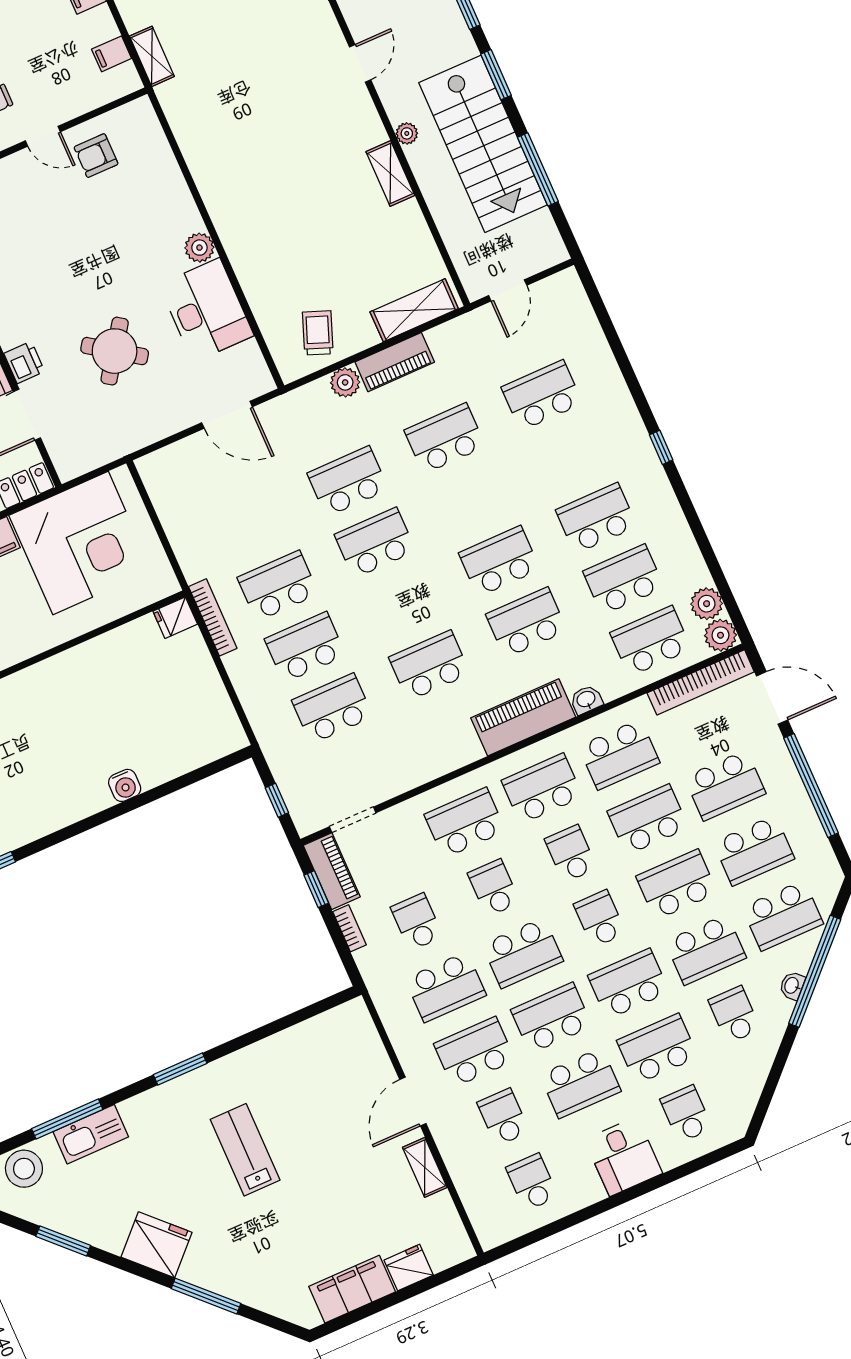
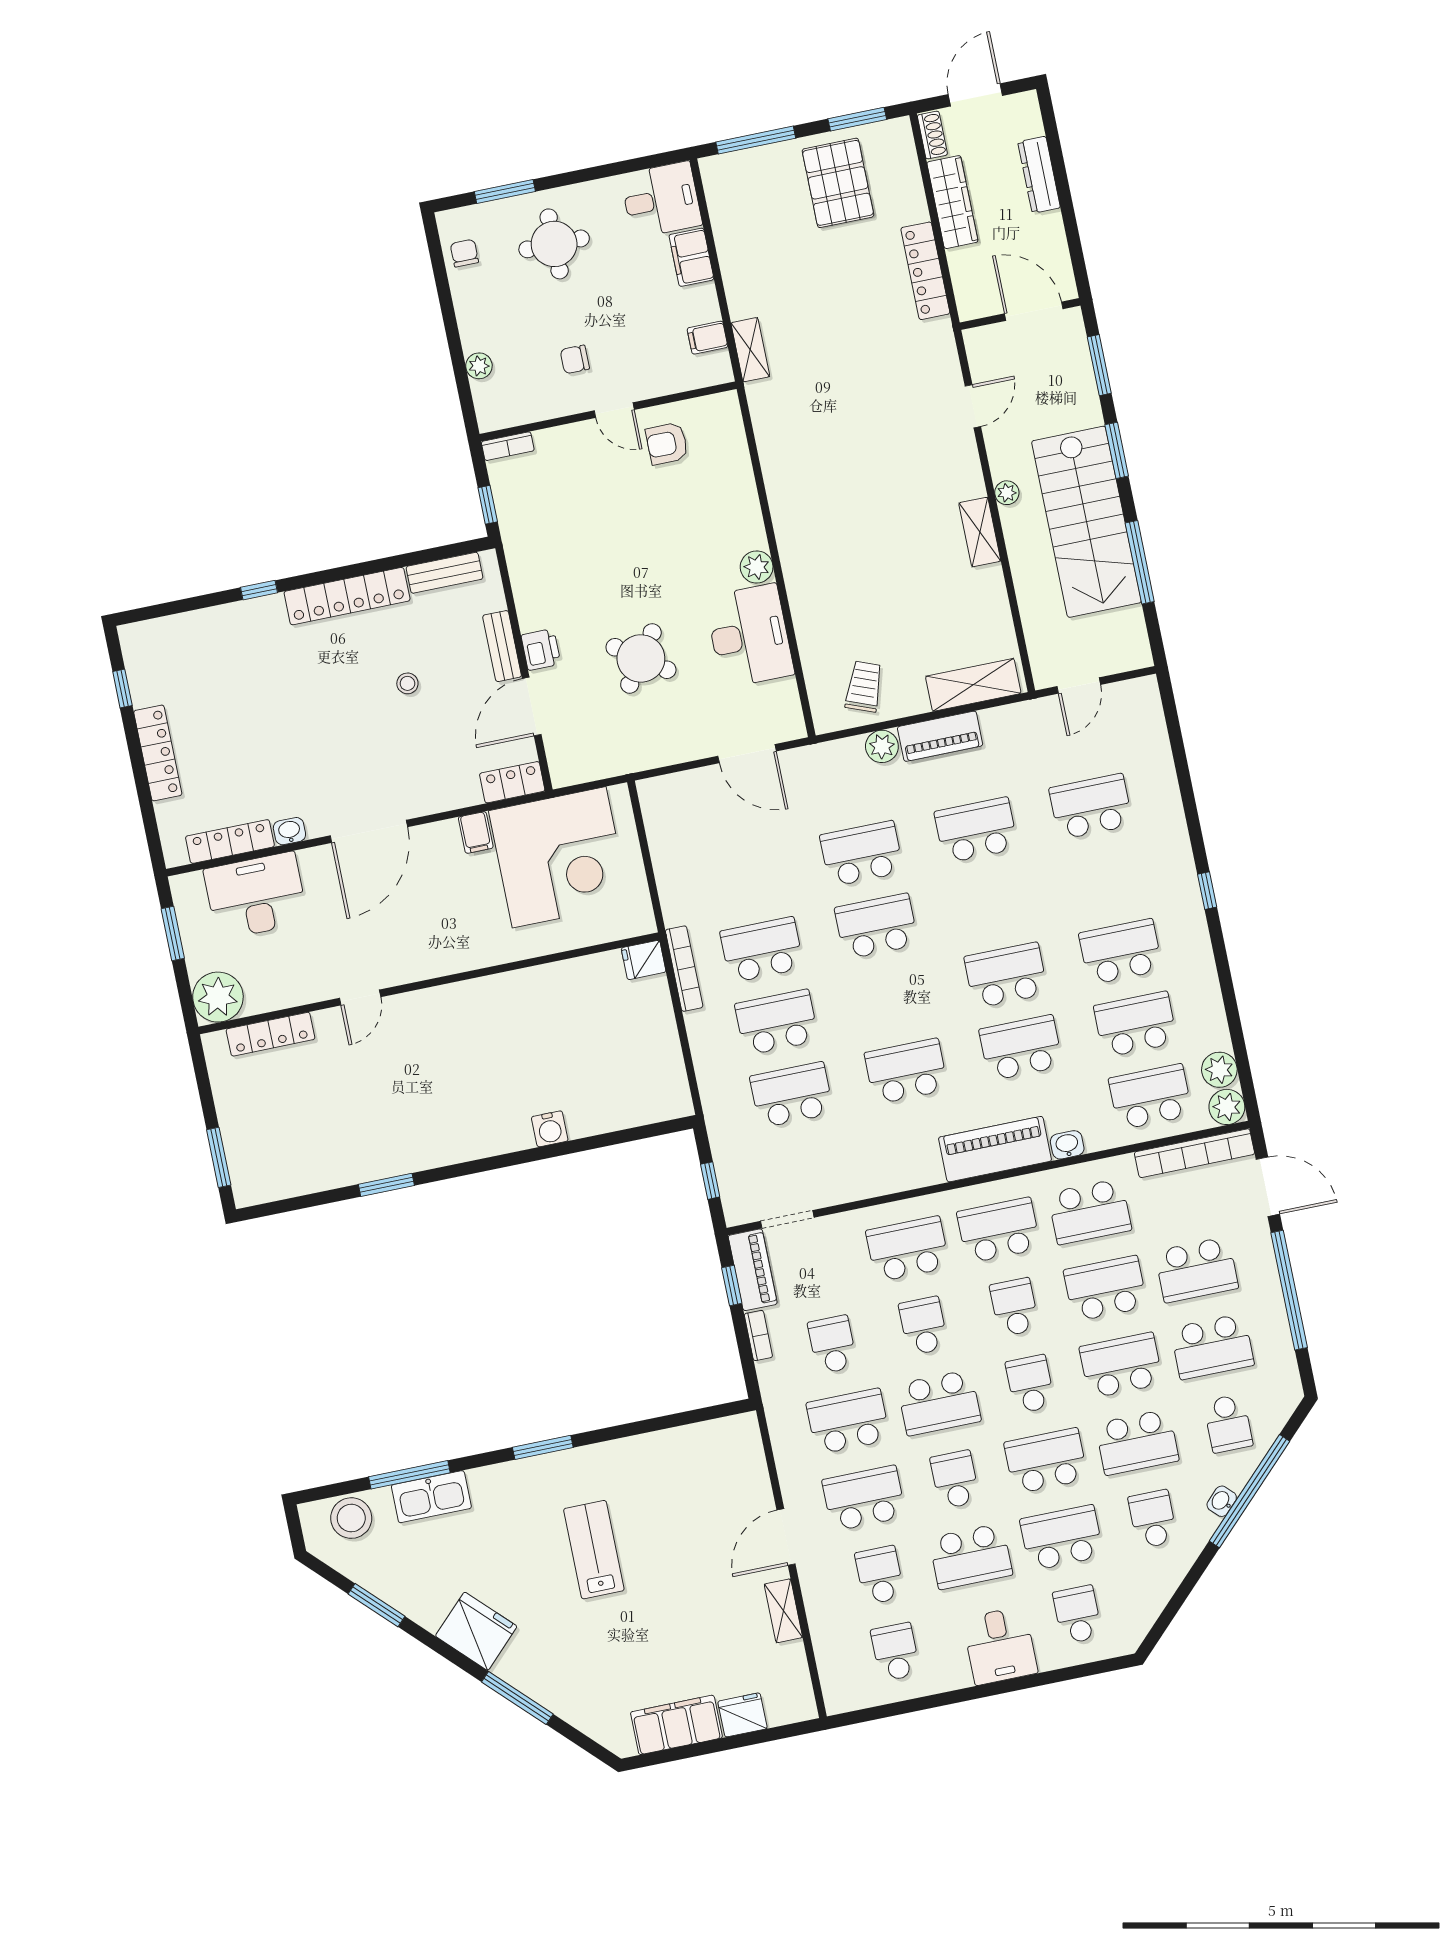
school desk: (783, 915) -> (1228, 1423), width x0.54
school desk: (446, 987) -> (848, 1421), turned 180
school desk: (551, 1018) -> (955, 1480), width x0.54

